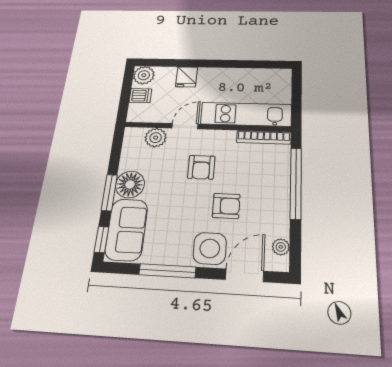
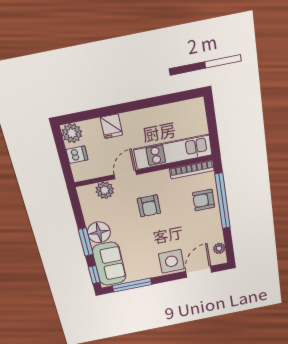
armchair: (226, 206) -> (204, 200), moved, turned 180
window: (167, 271) -> (132, 285), moved

